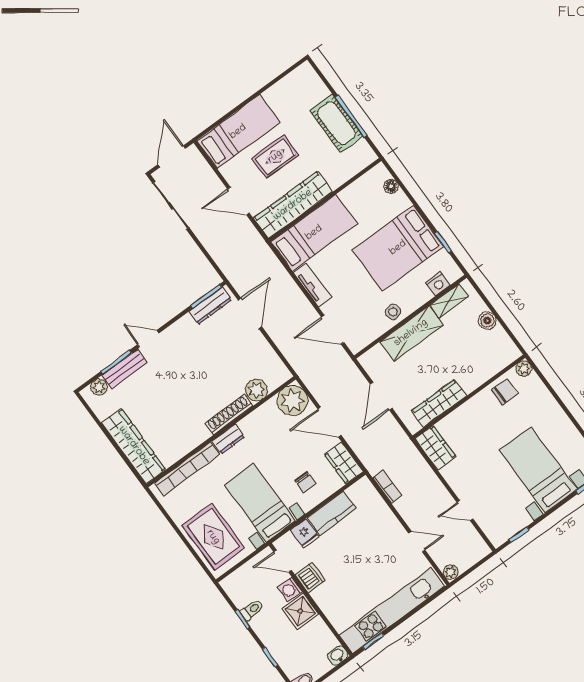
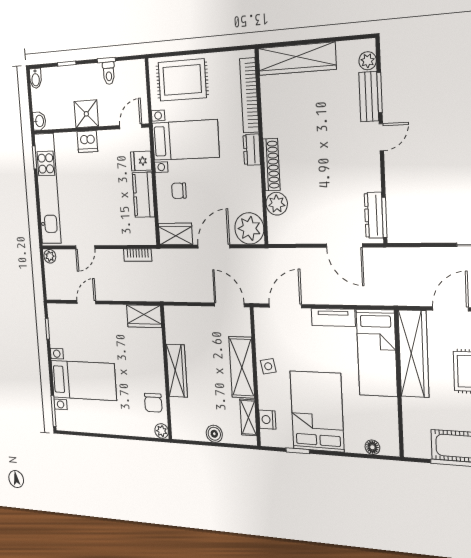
door: (381, 396) -> (229, 305), moved
wardrobe: (439, 403) -> (177, 371), moved
dishwasher: (310, 578) -> (87, 142), moved
washing machine: (290, 589) -> (107, 117), removed

